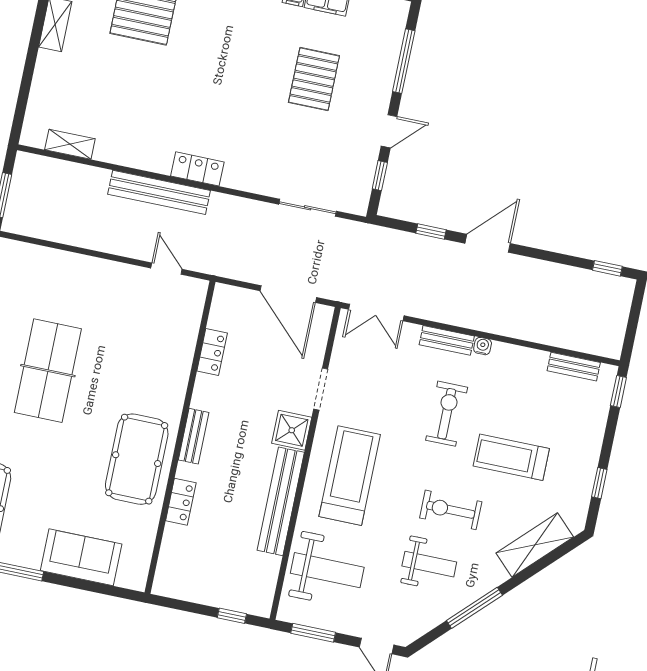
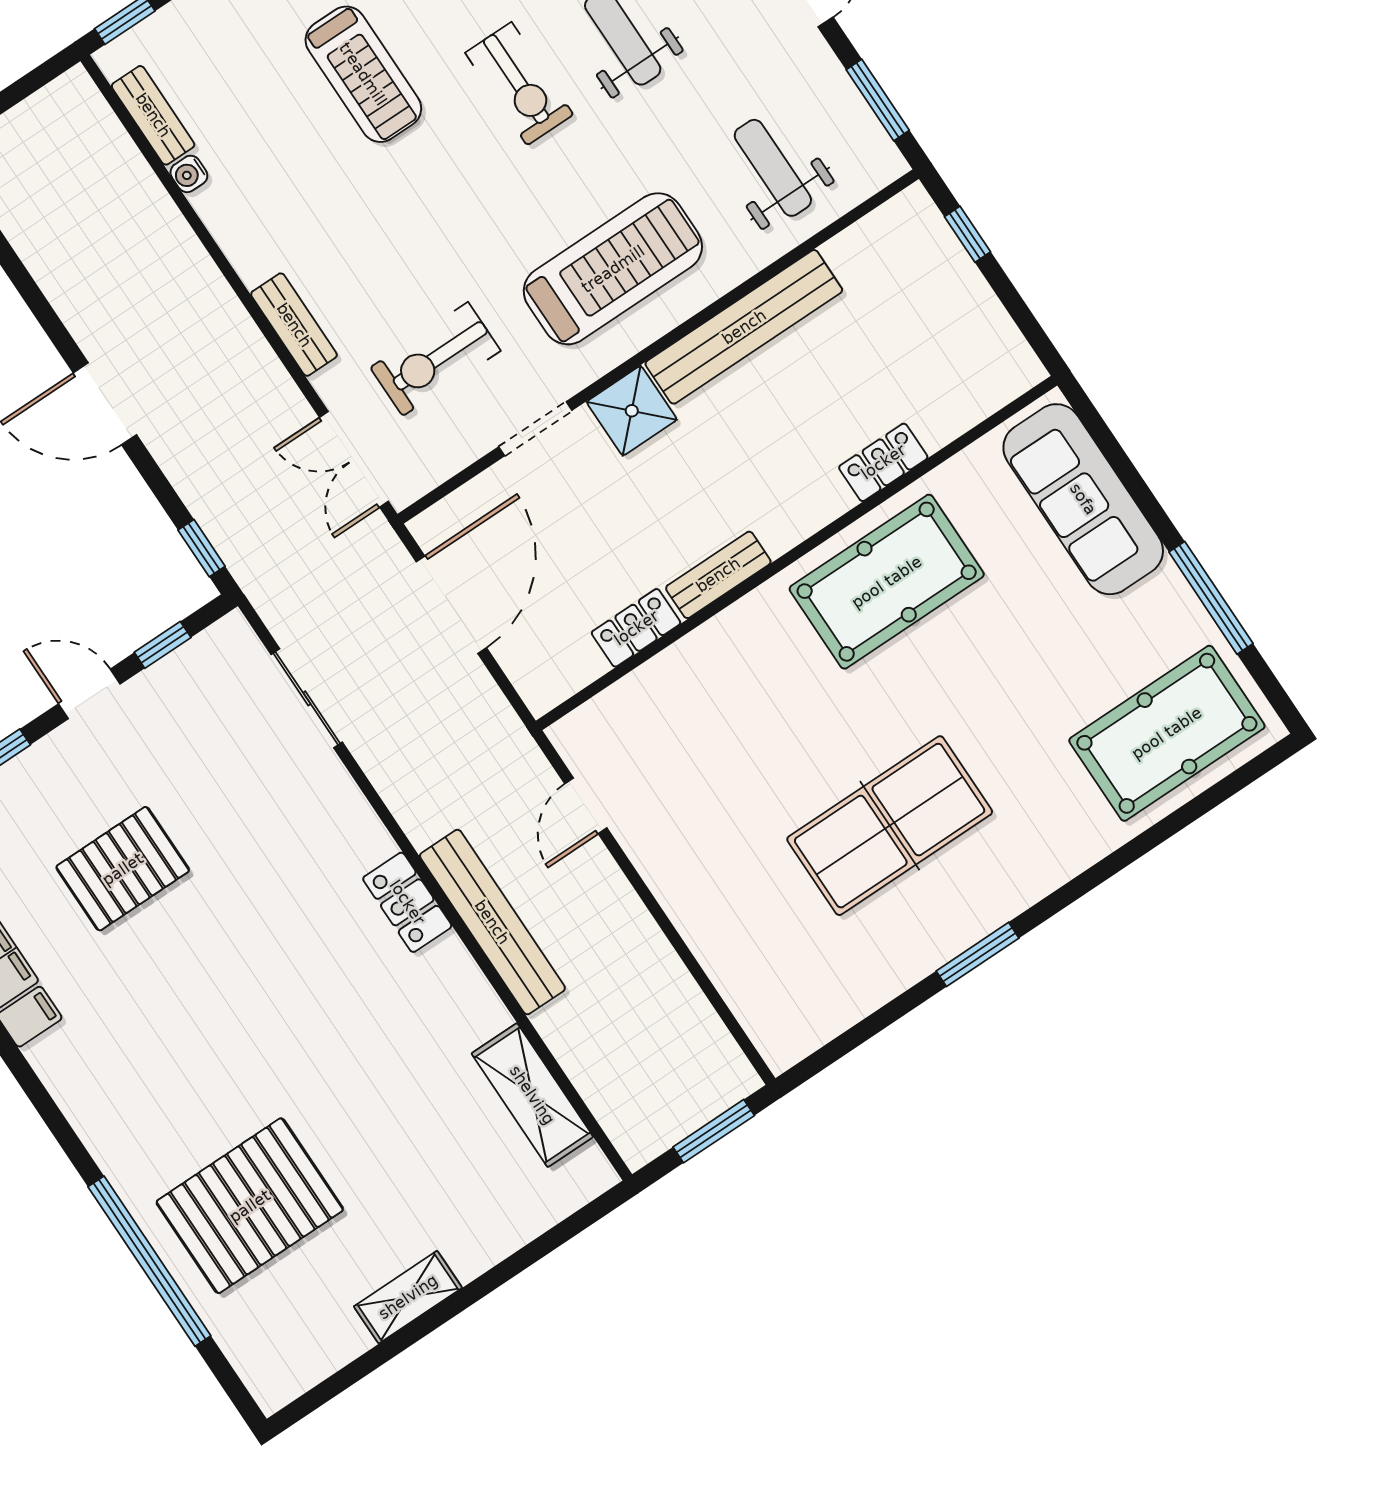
shelving: (70, 144) -> (532, 1095), width x1.50, depth x1.33
window: (431, 232) -> (202, 548), moved
double door: (376, 312) -> (354, 459), swing flipped
water cooler: (483, 346) -> (189, 174), moved
exercise bike: (447, 414) -> (435, 359), moved
bench: (194, 436) -> (718, 575), moved
treadmill: (350, 476) -> (613, 269), turned 180
sofa: (81, 557) -> (1083, 499), width x1.36
weight bench: (327, 570) -> (773, 168), width x0.73, depth x0.75

